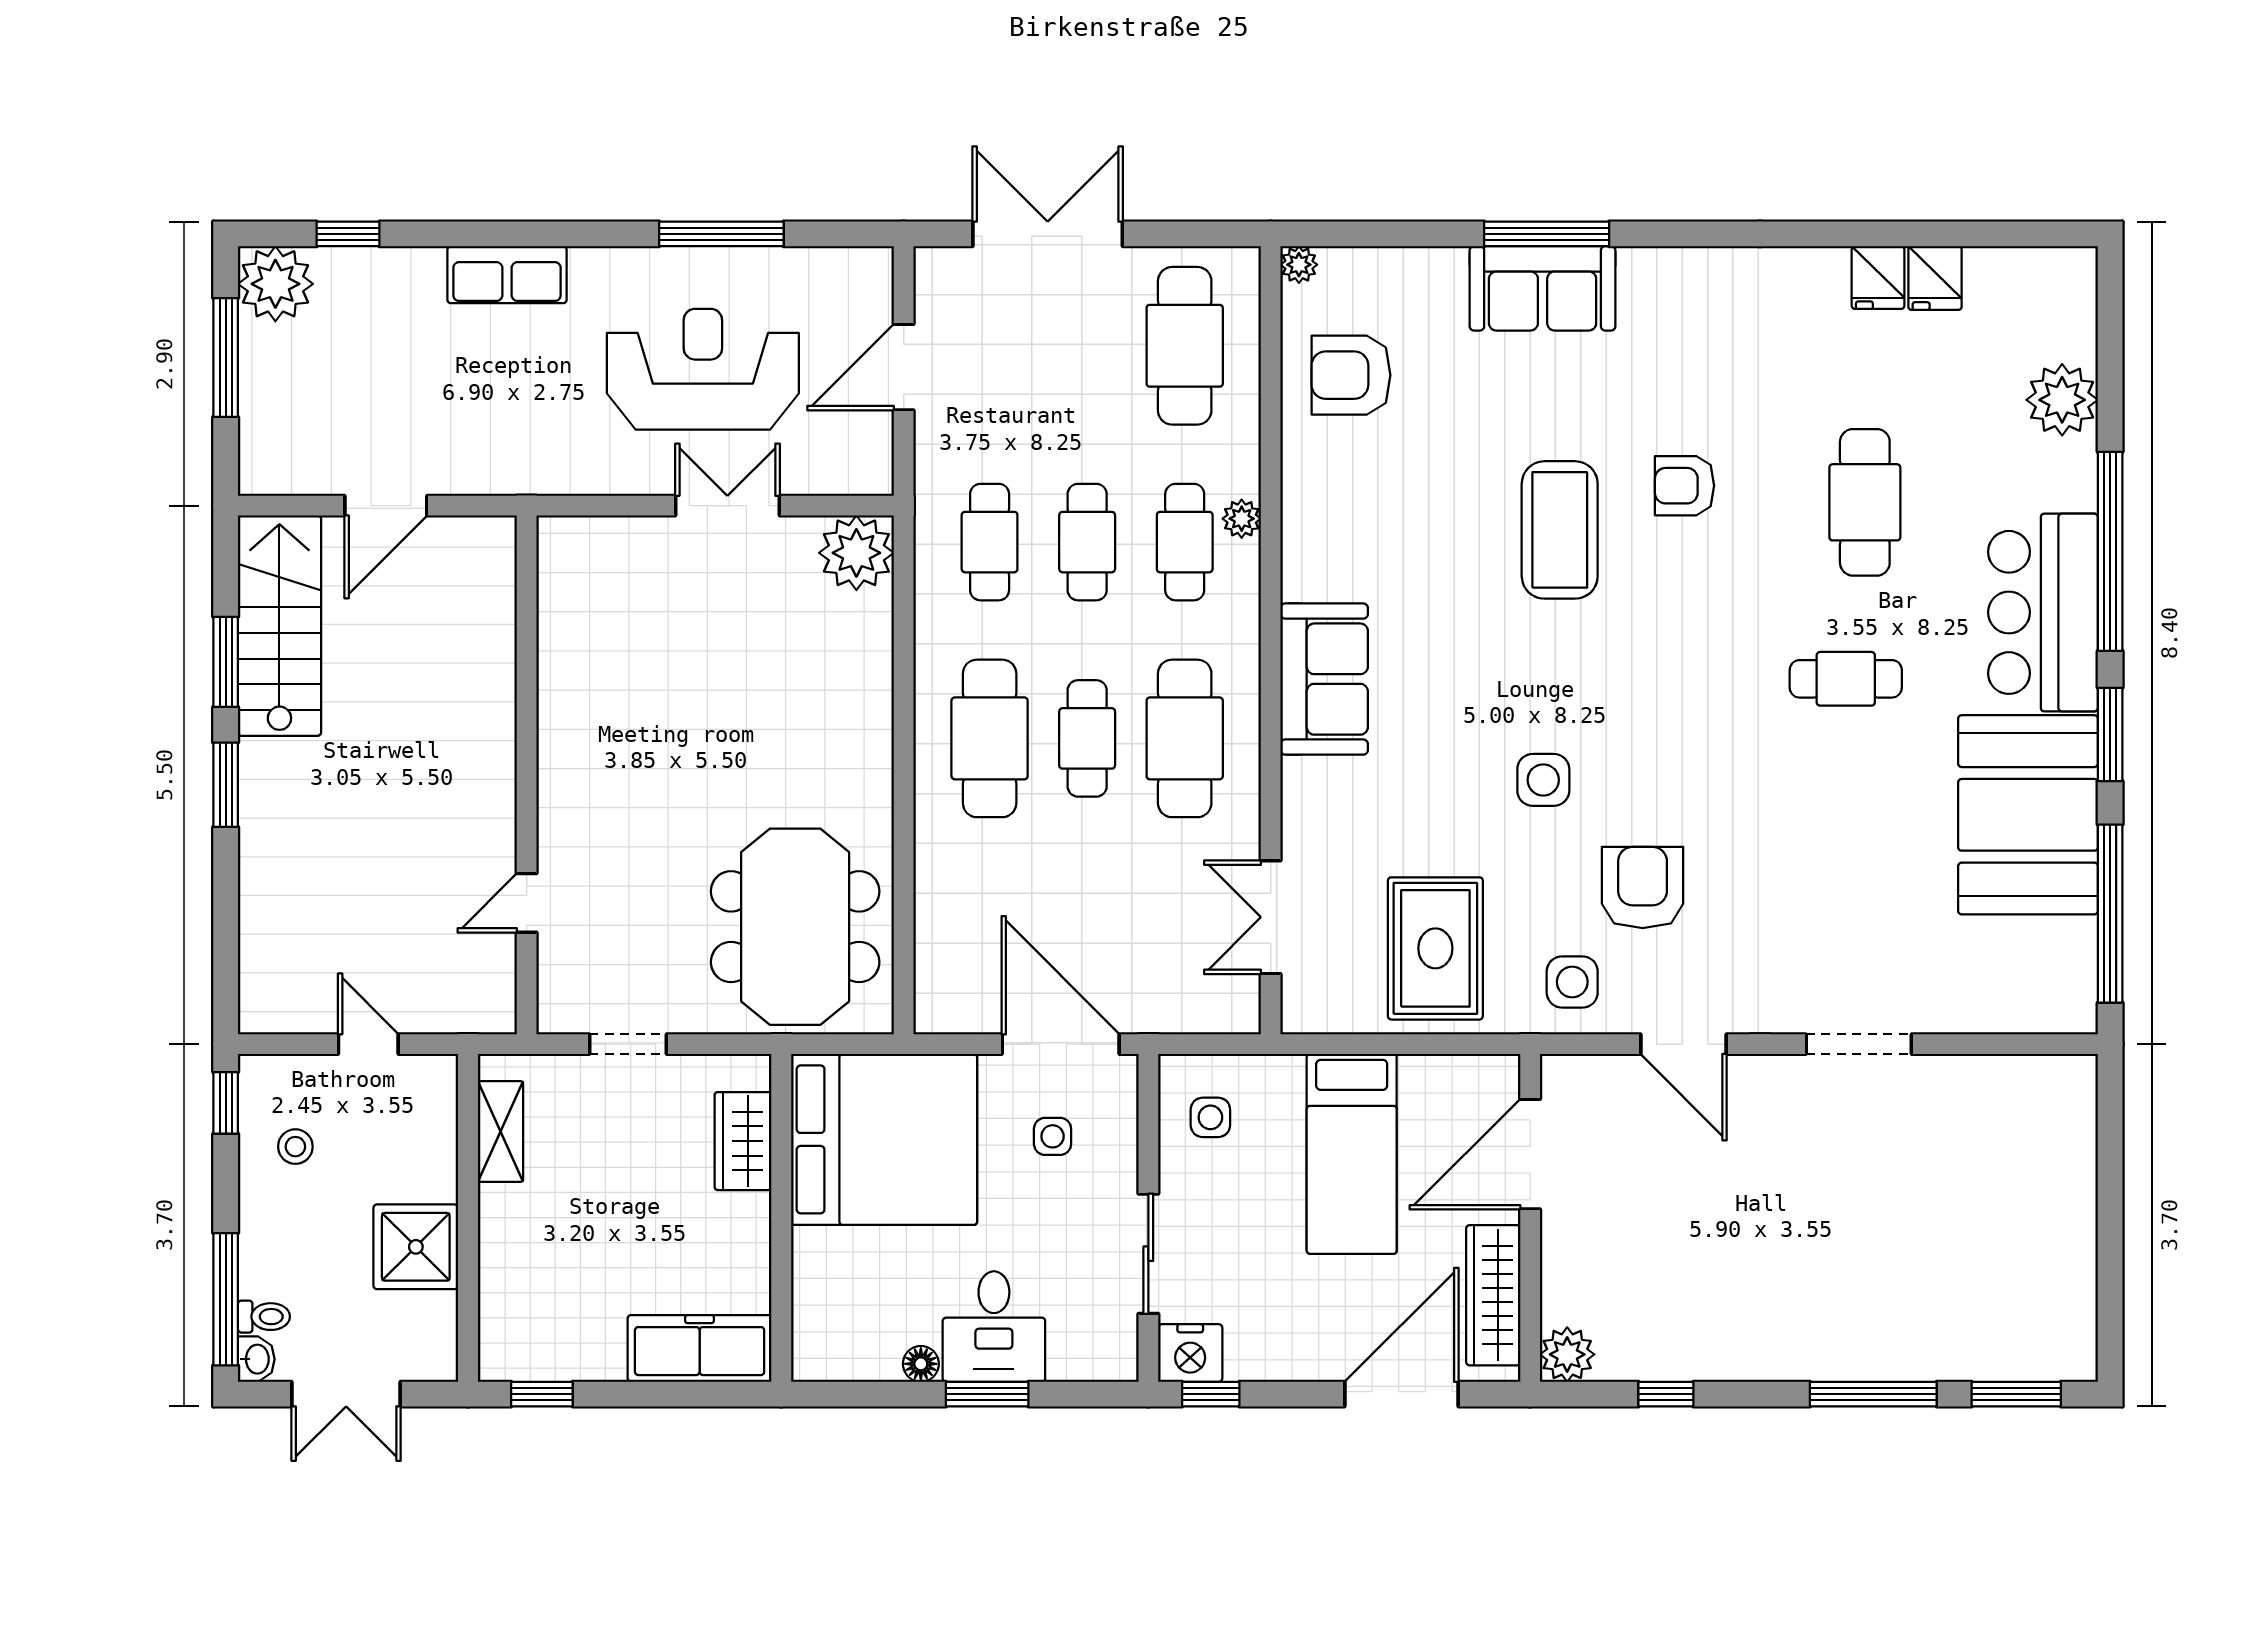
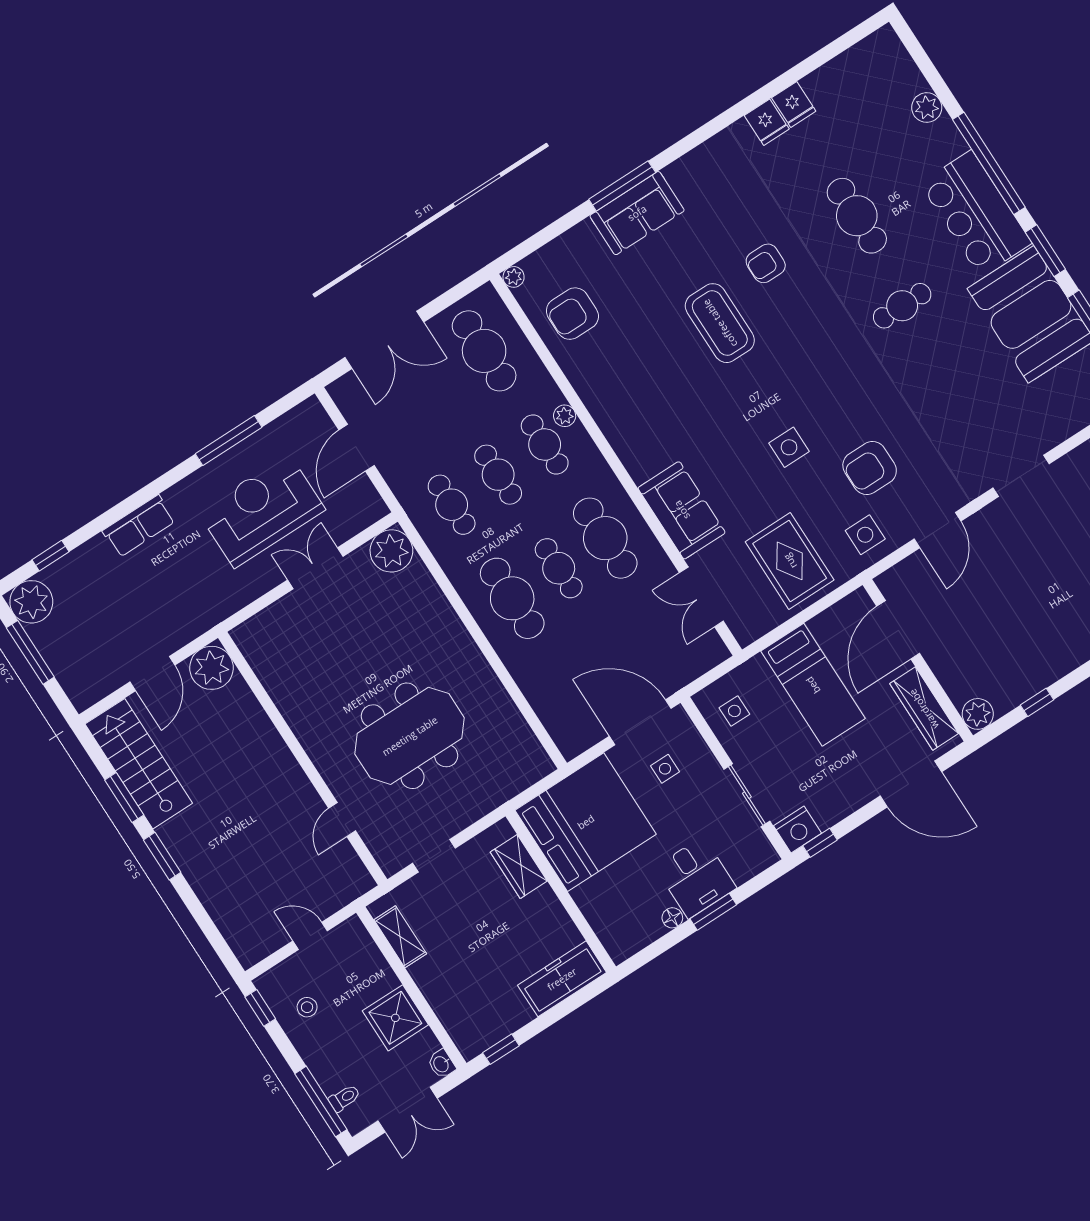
double door: (1048, 234) -> (384, 340), swing flipped
fridge: (1935, 278) -> (767, 122), moved
plant: (2062, 400) -> (927, 108), width x0.73, depth x0.73
plant: (479, 554) -> (212, 668), added
sofa: (1324, 679) -> (682, 510), moved
armchair: (1643, 888) -> (870, 468), turned -90
meeting table: (795, 927) -> (410, 736), moved, turned 90
door: (1684, 1044) -> (937, 530), hinge flipped
washbasin: (256, 1359) -> (442, 1064), moved, turned 180
door: (1402, 1394) -> (911, 784), swing flipped

